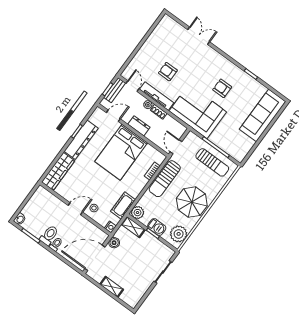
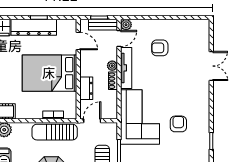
armchair: (168, 72) -> (160, 48), moved, turned -90
plant: (126, 74) -> (126, 25), added
dresser: (139, 126) -> (86, 88), moved

